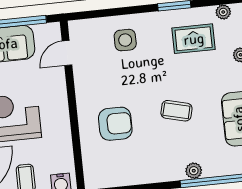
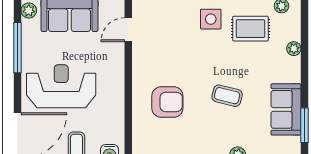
side table: (125, 40) -> (211, 19), moved

